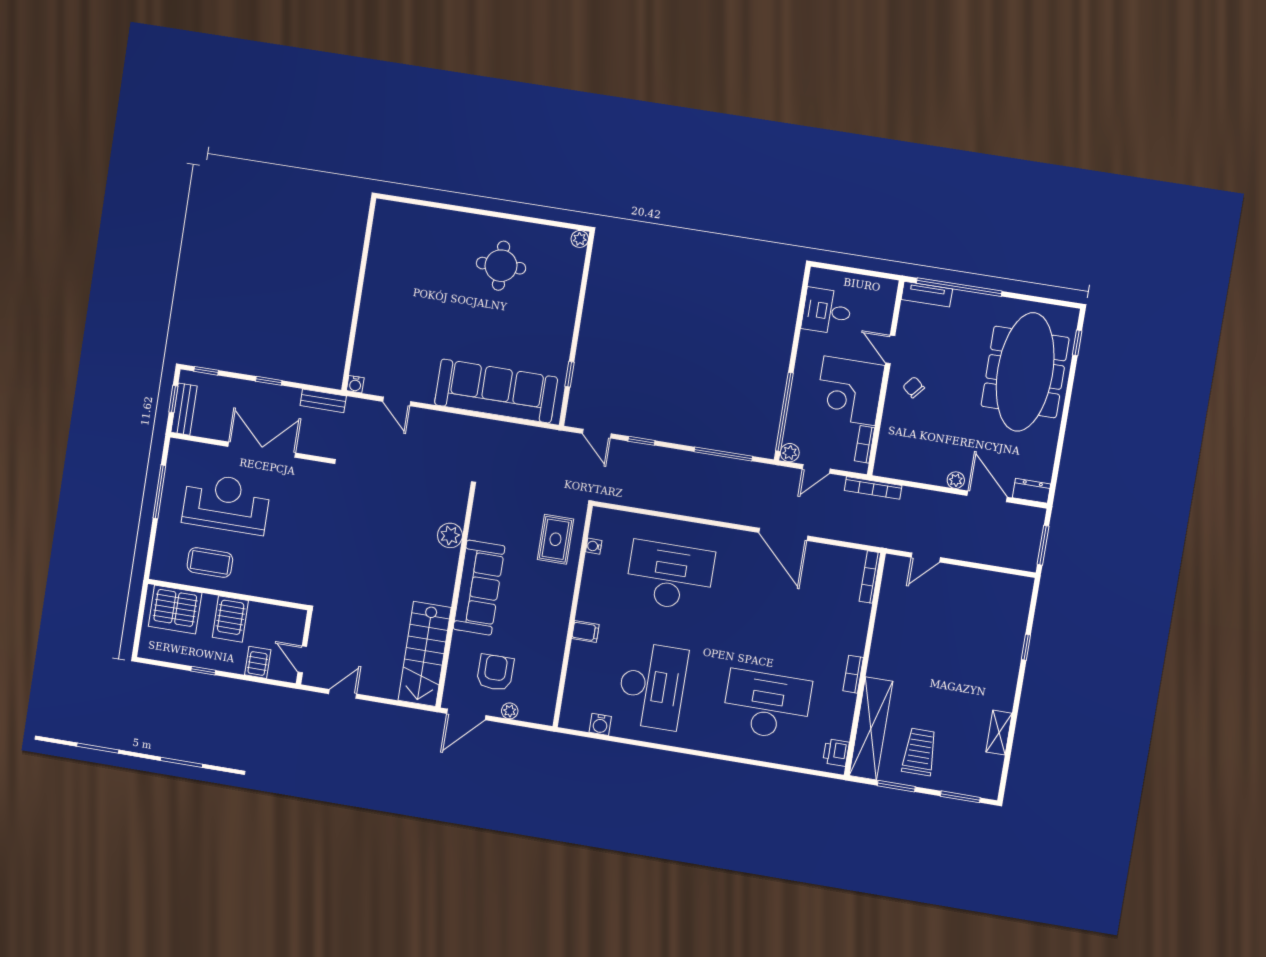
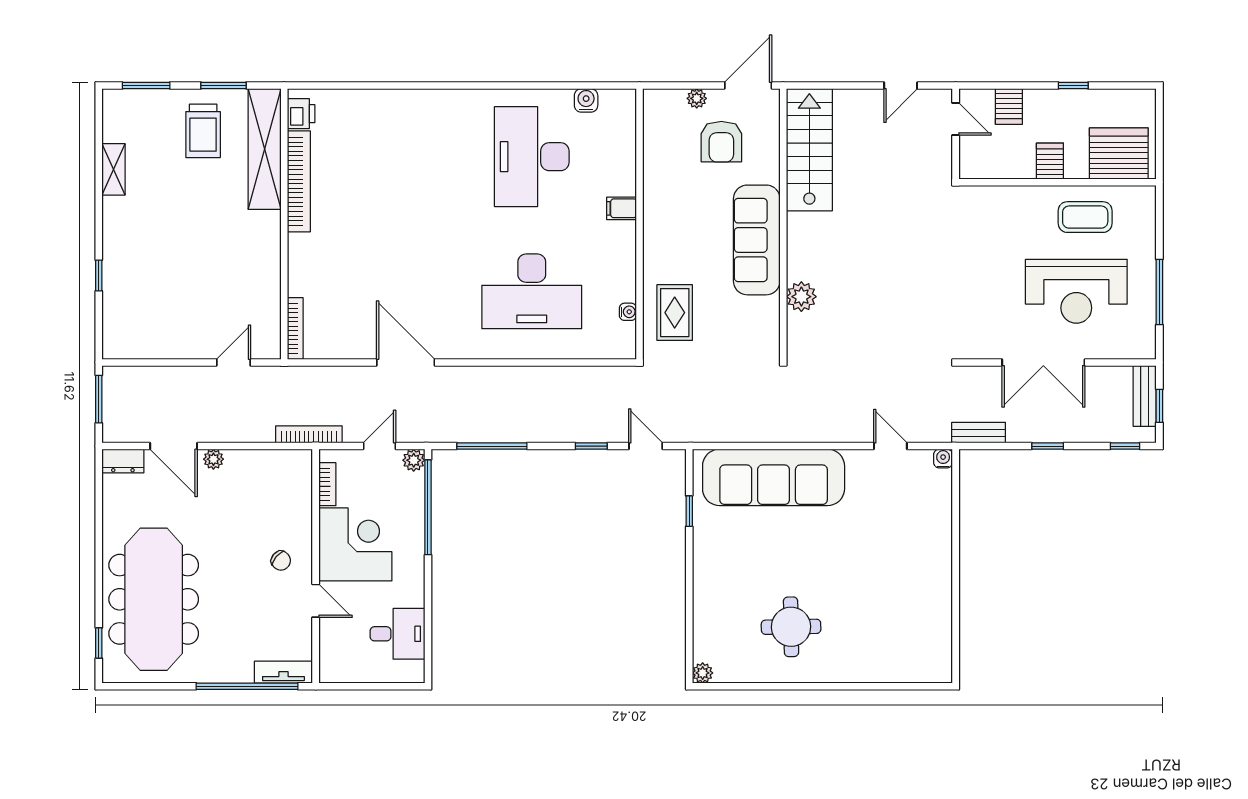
server rack: (230, 619) -> (1050, 161), width x0.73, depth x0.70
bookcase: (853, 674) -> (299, 181), width x2.31, depth x1.31
desk: (767, 705) -> (392, 157), removed

